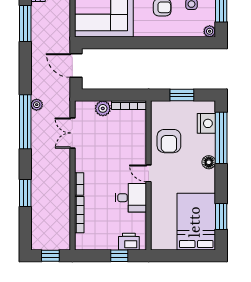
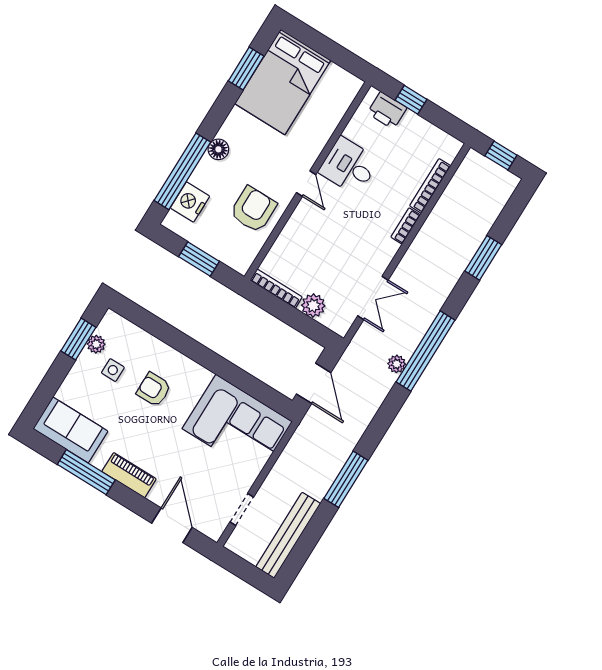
plant: (210, 31) -> (96, 344), moved

